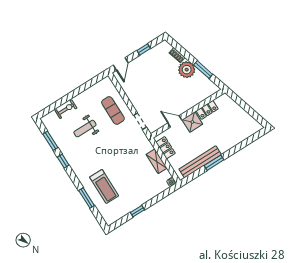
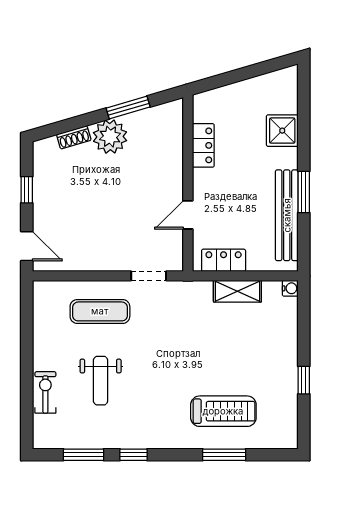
shower: (192, 122) -> (282, 131), moved

